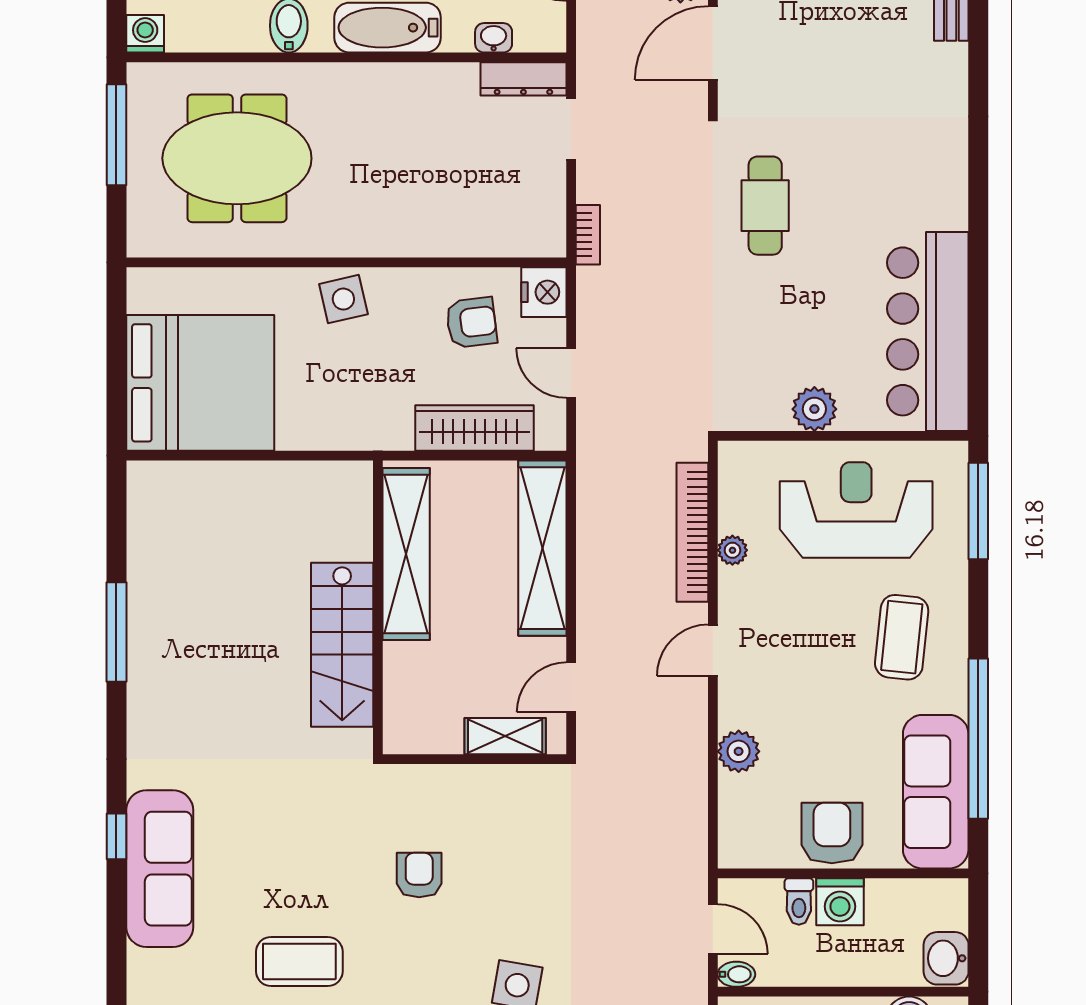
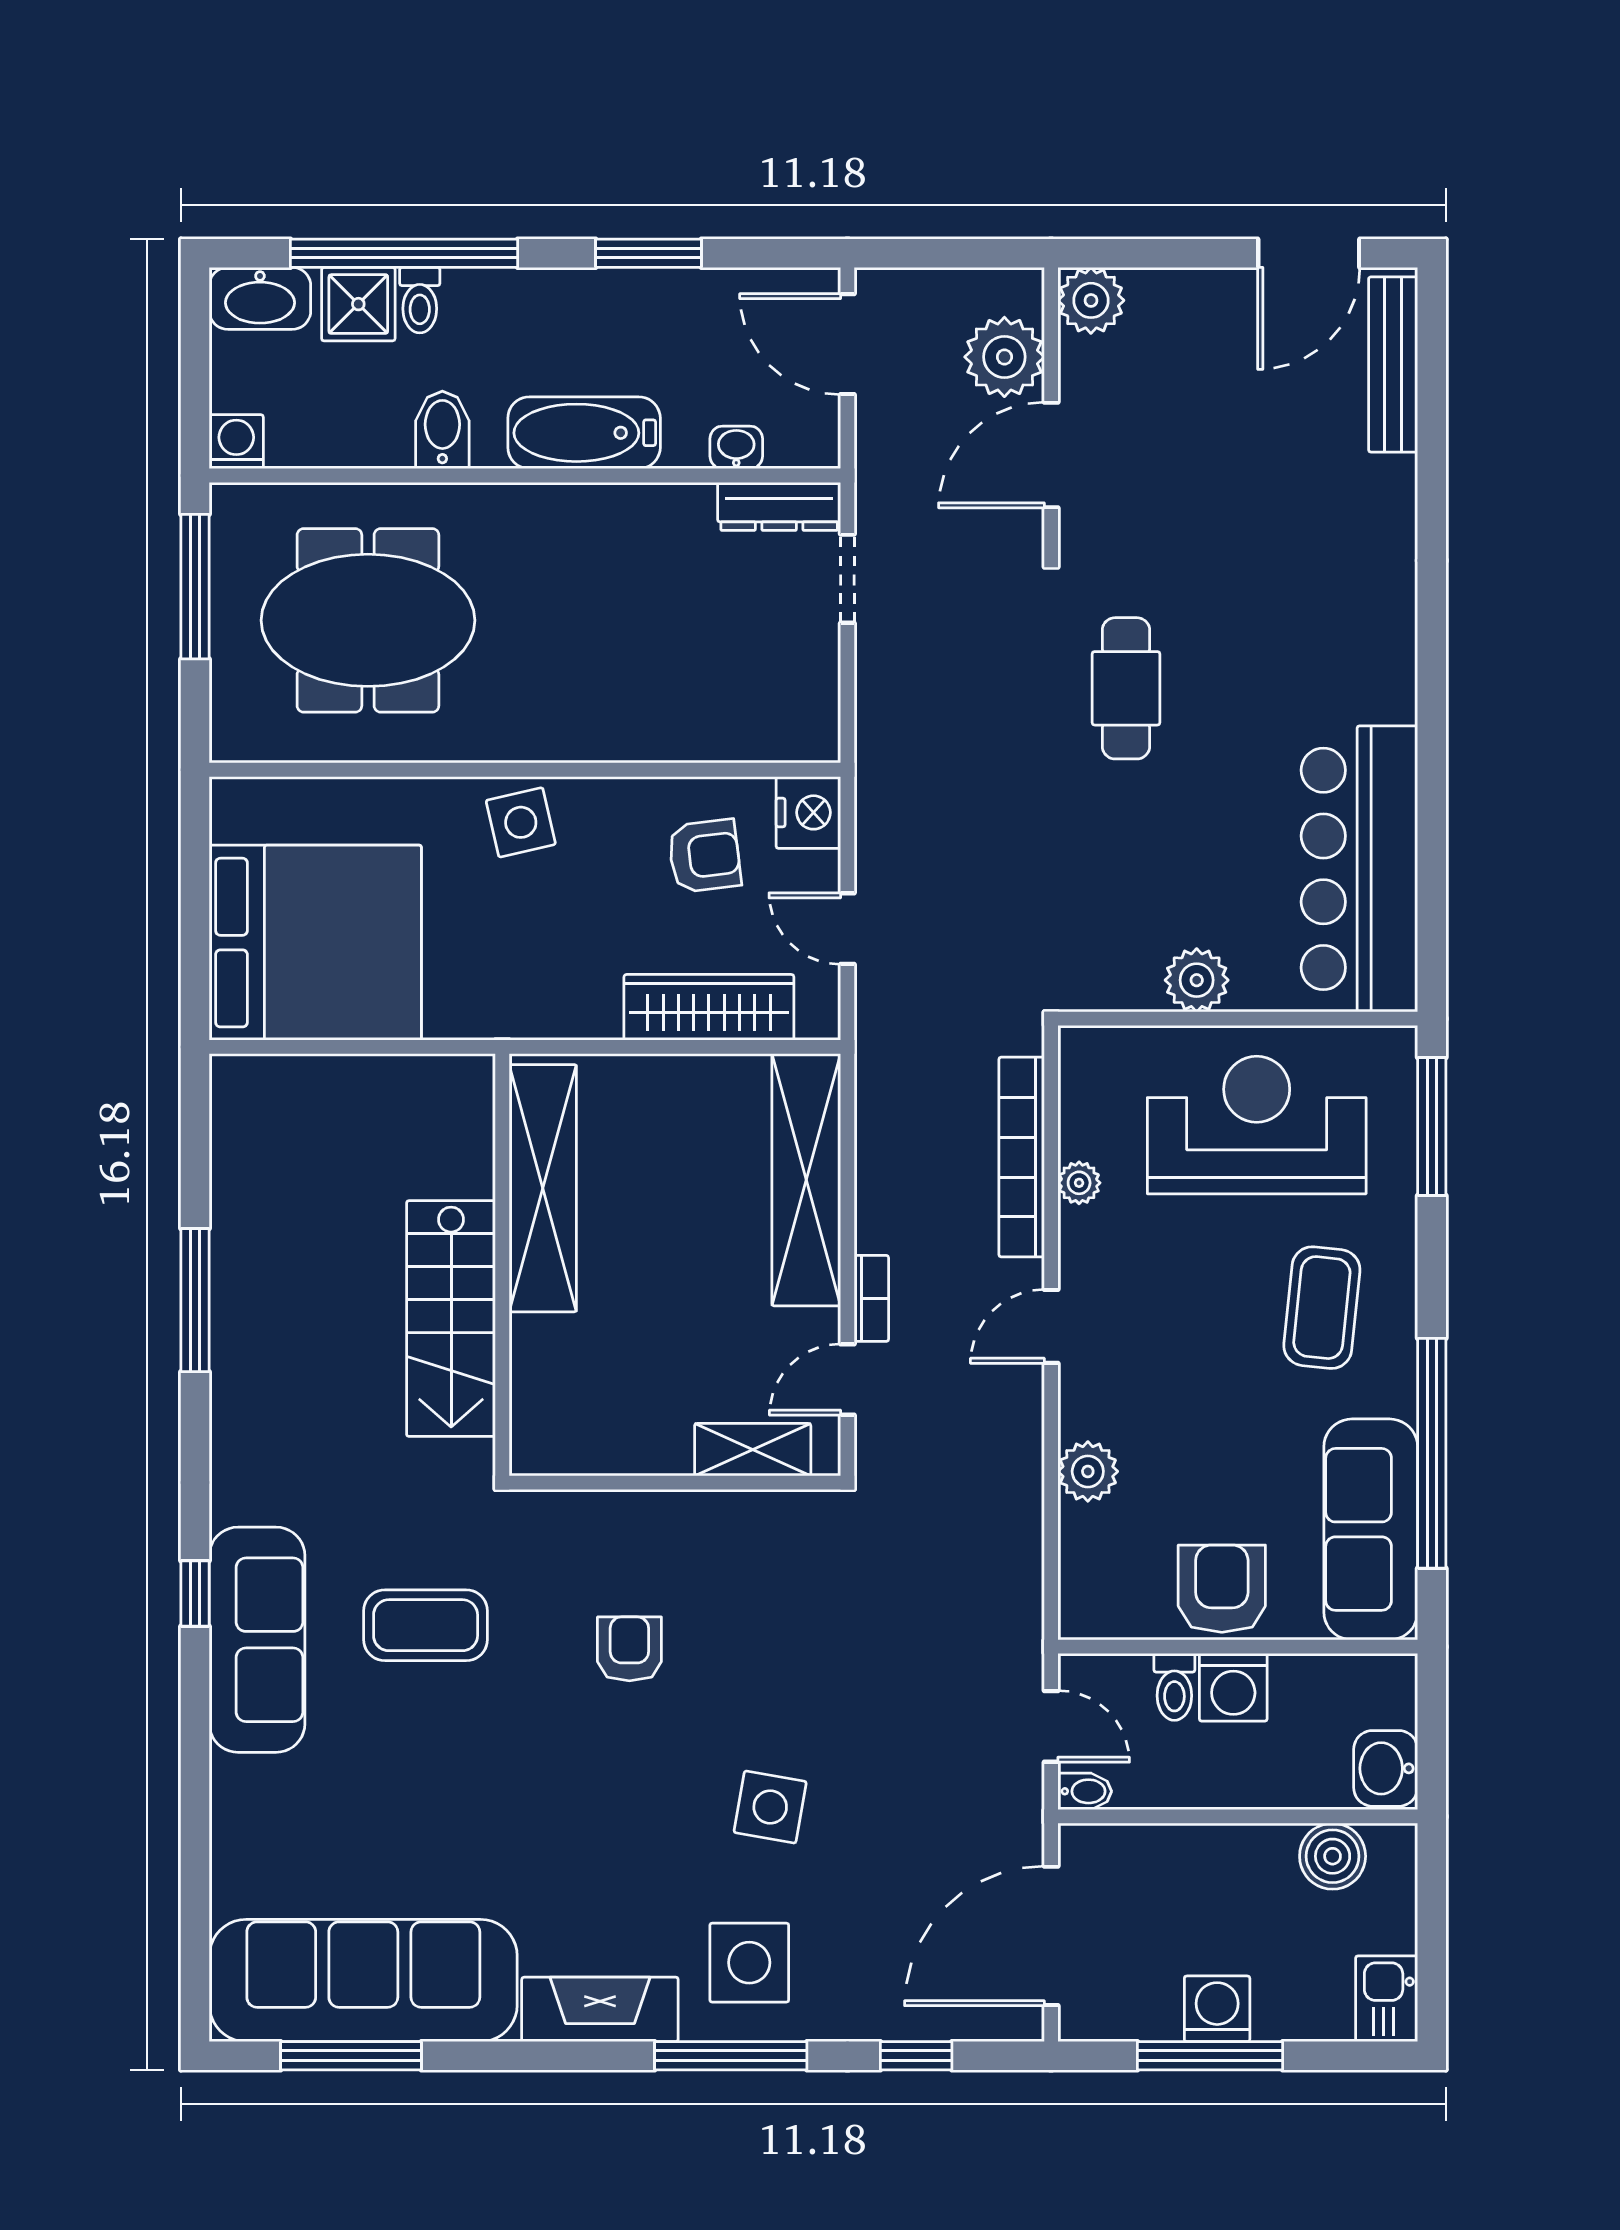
bookcase: (588, 235) -> (871, 1298), moved
shelving: (406, 554) -> (543, 1188), moved
wall: (378, 607) -> (502, 1265), moved
stairs: (342, 645) -> (451, 1319), moved
coffee table: (299, 962) -> (426, 1625), moved

